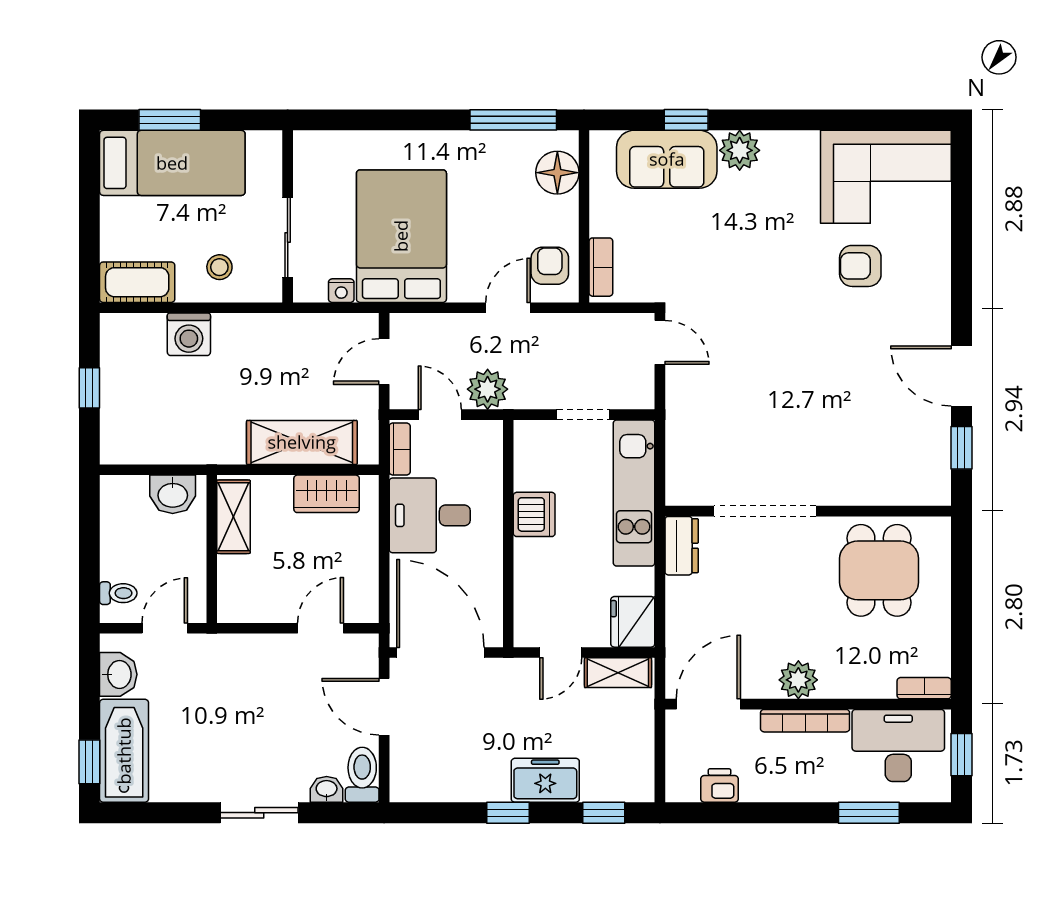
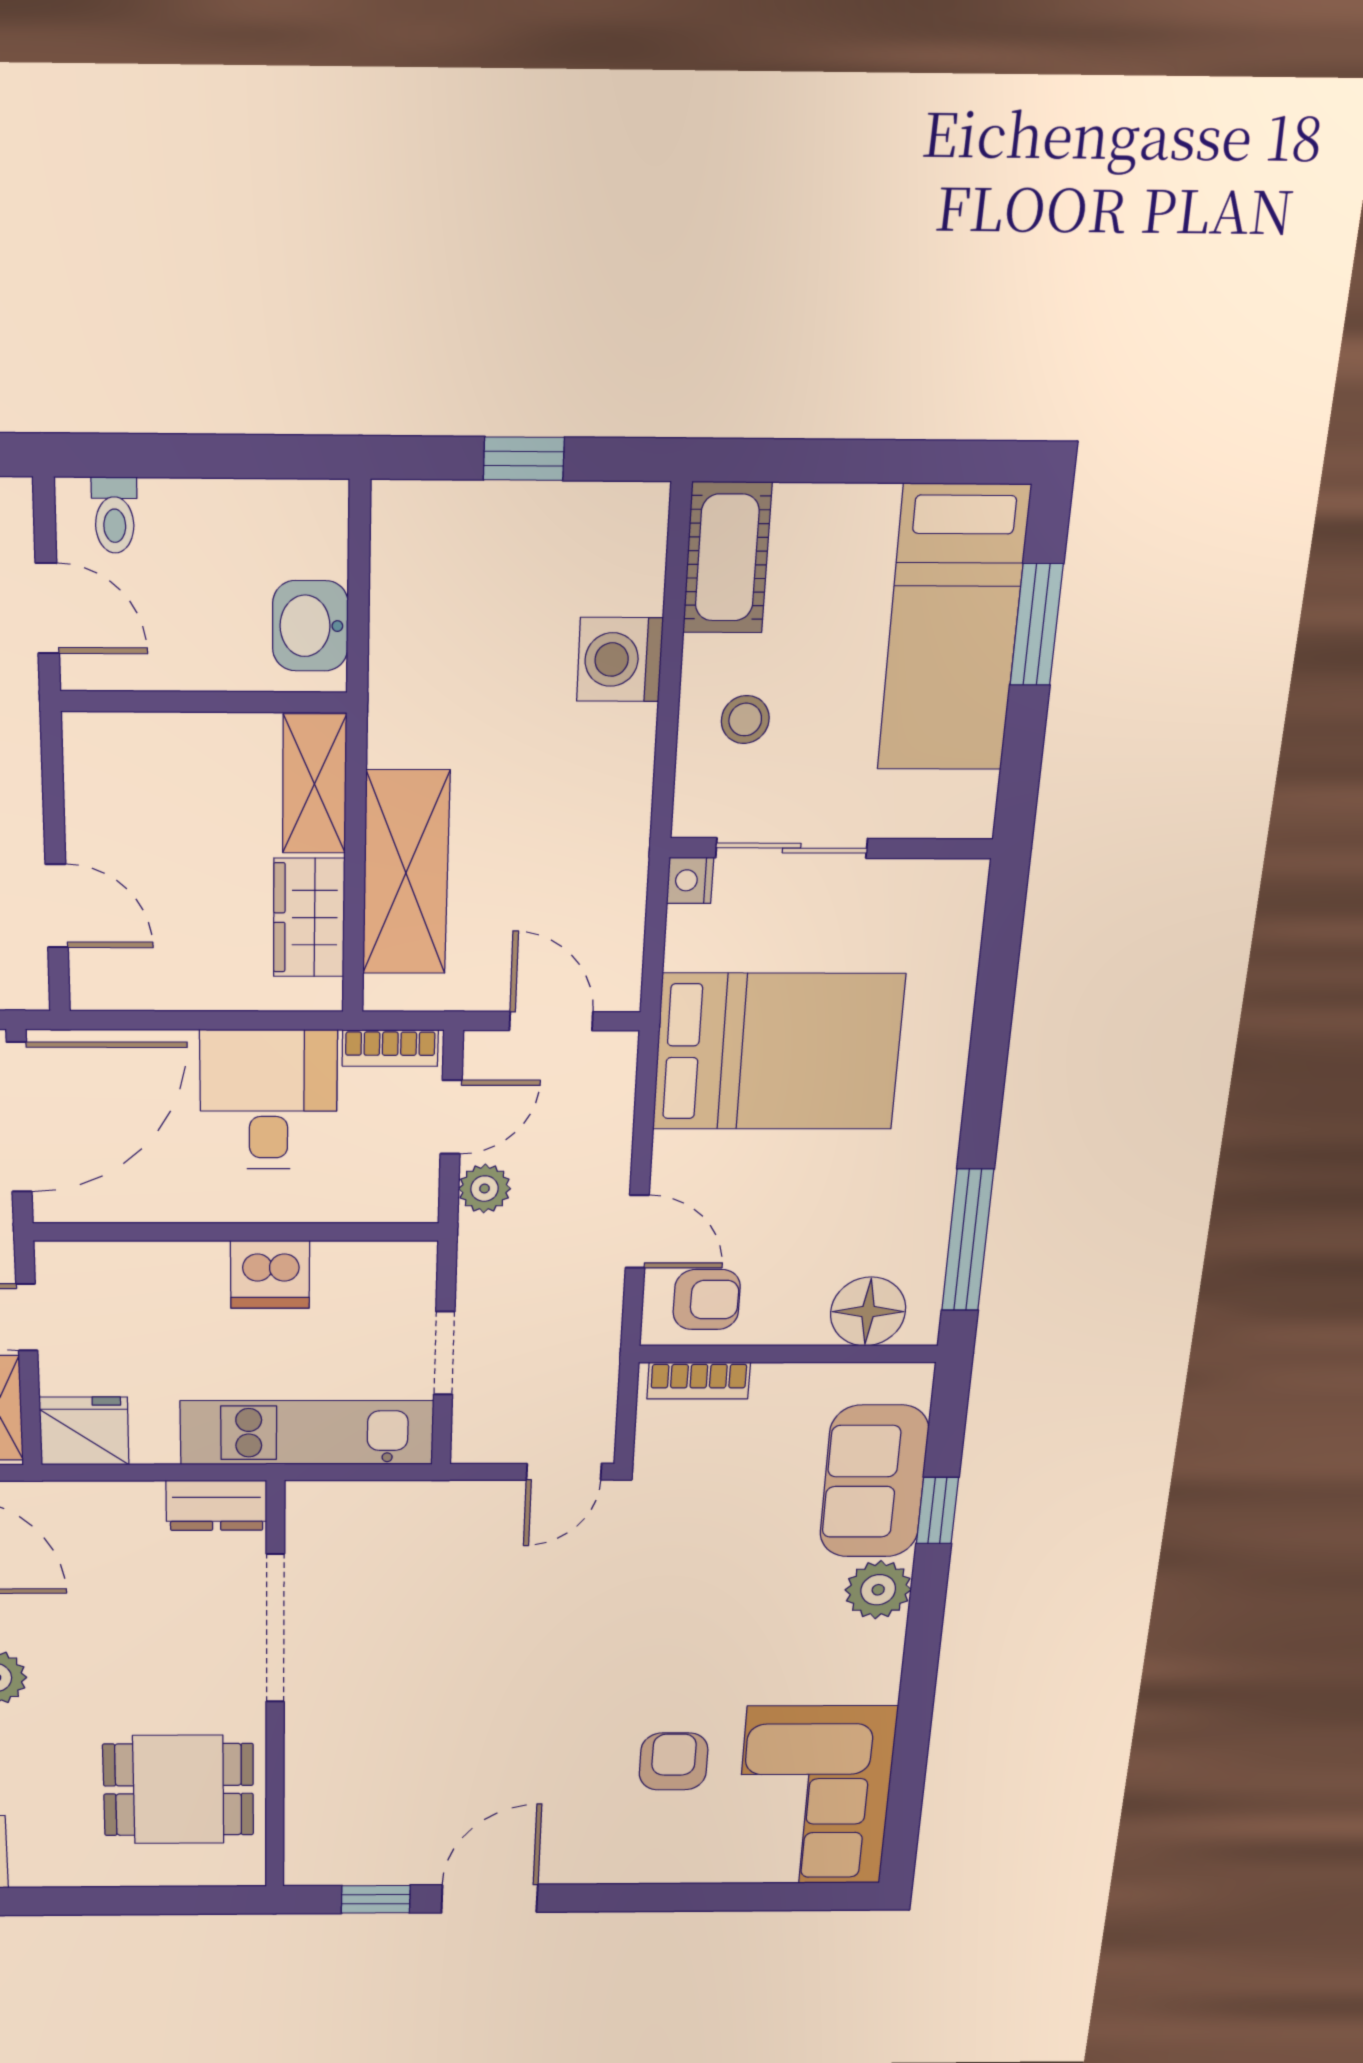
nightstand: (341, 291) -> (690, 880), moved
plant: (488, 389) -> (485, 1189), width x0.73, depth x0.73
shelving: (233, 517) -> (314, 784), moved, turned 90

